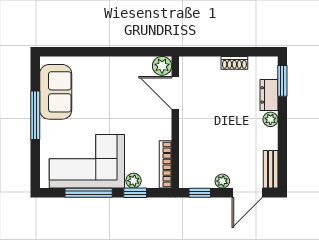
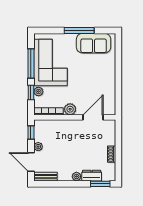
plant: (162, 66) -> (70, 109), moved

